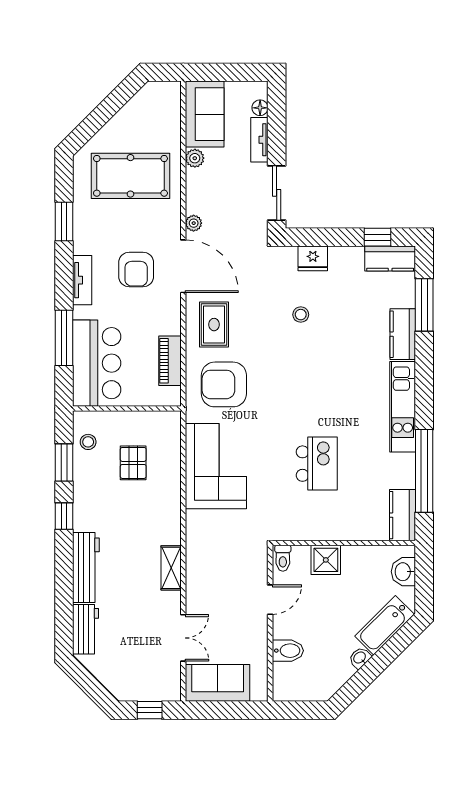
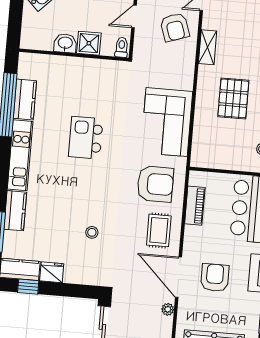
fridge: (313, 258) -> (52, 272), moved
pallet: (133, 463) -> (233, 98), moved, width x1.50, depth x1.42
kitchen island: (317, 464) -> (86, 138), moved
kitchen counter: (403, 515) -> (25, 99), moved
washbasin: (403, 572) -> (65, 43), moved, turned -90
armchair: (216, 590) -> (175, 27), added

